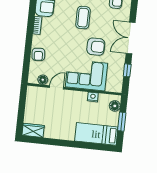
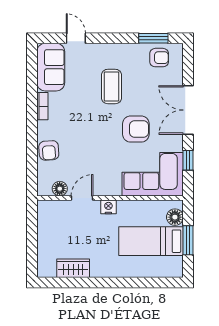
corner sofa: (86, 75) -> (153, 174), moved
nightstand: (93, 97) -> (108, 207), moved
wardrobe: (33, 130) -> (73, 268), moved
bed: (96, 134) -> (151, 241), moved

